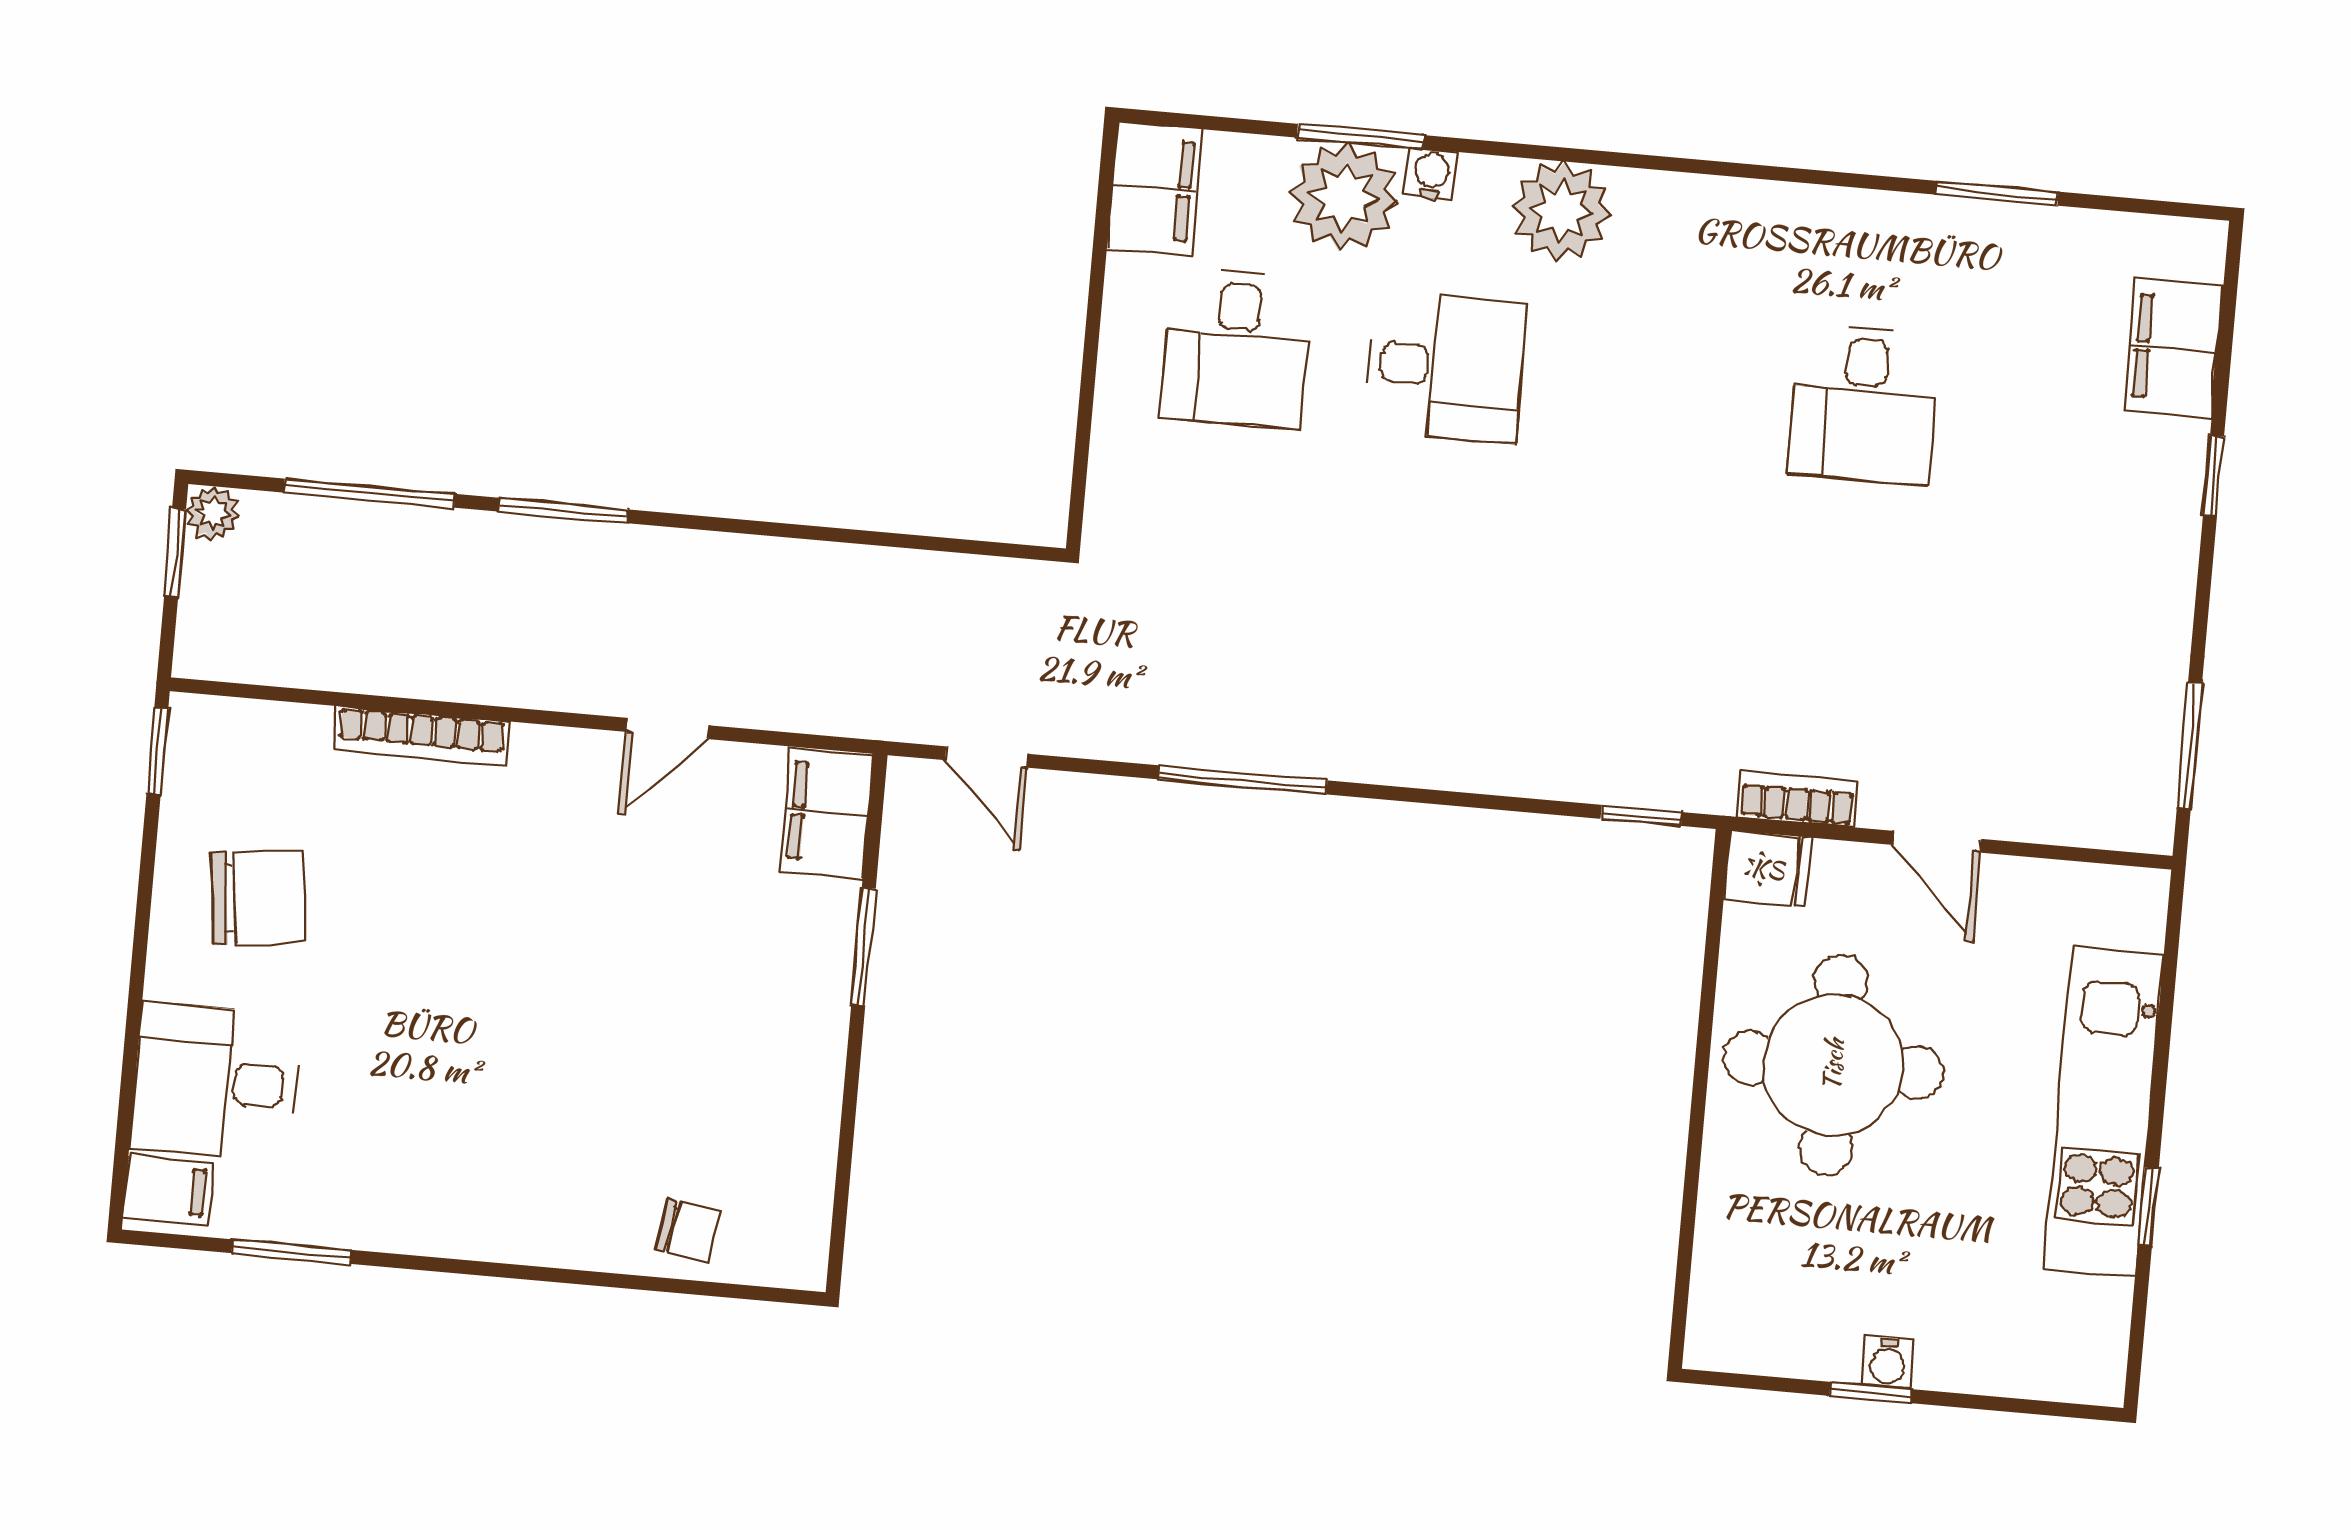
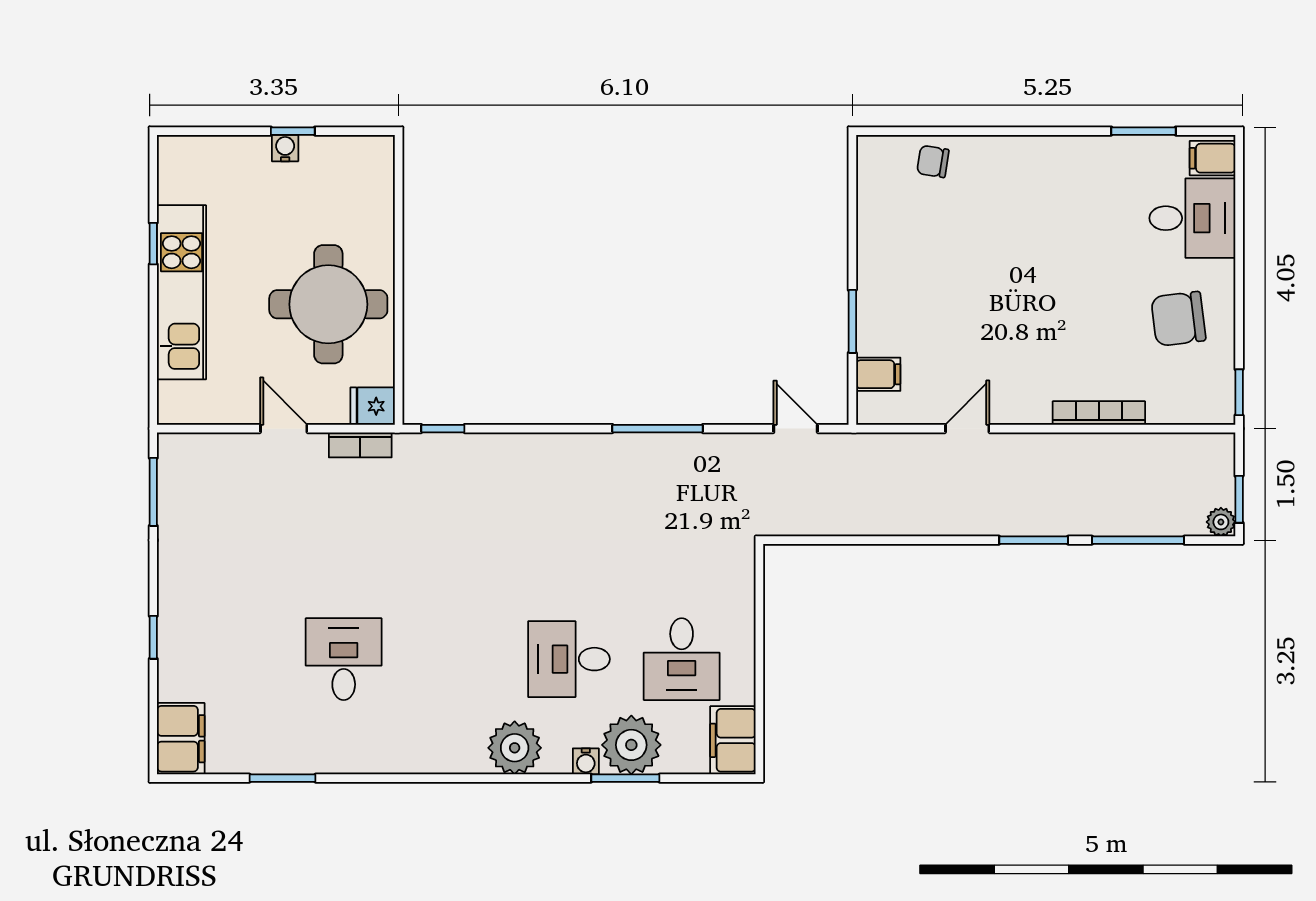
desk: (1236, 348) -> (682, 659), turned 180
filing cabinet: (2173, 348) -> (181, 739), moved
filing cabinet: (827, 813) -> (878, 374), width x0.50

